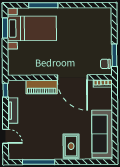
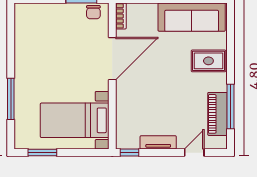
bed with nightstands: (32, 28) -> (75, 120), moved, turned -90
piano: (42, 87) -> (217, 114), moved, turned 180

